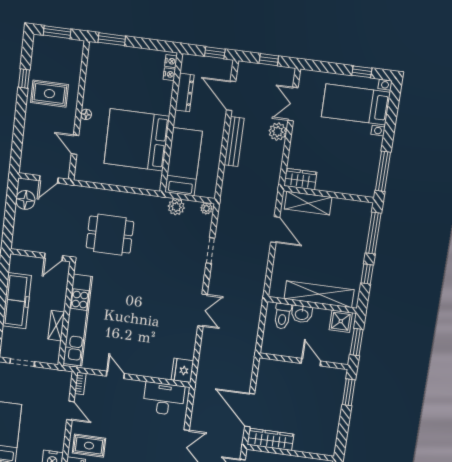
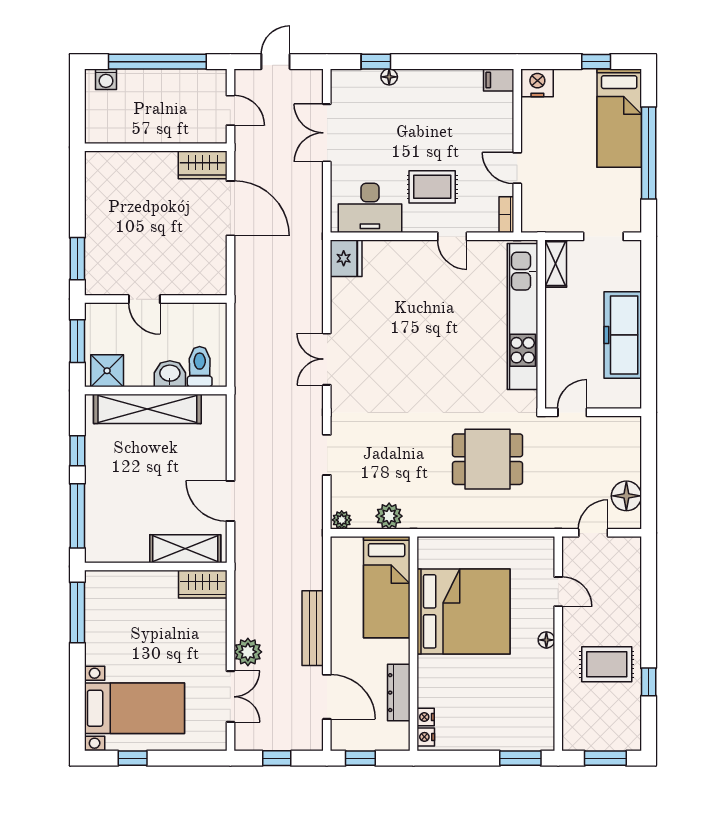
shelving: (56, 326) -> (556, 264), moved
wardrobe: (270, 439) -> (203, 165), width x0.67
rug: (89, 446) -> (432, 187), moved

